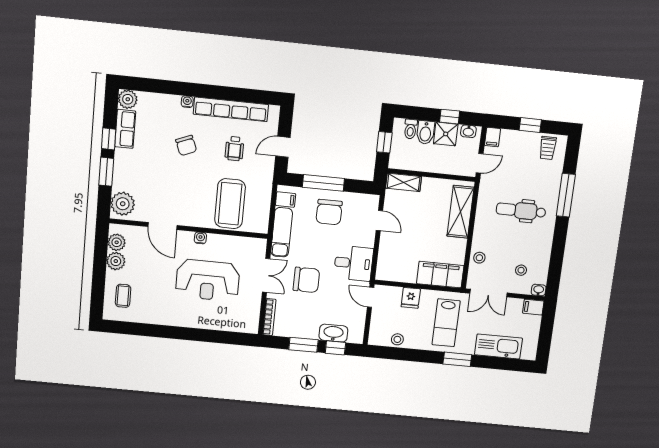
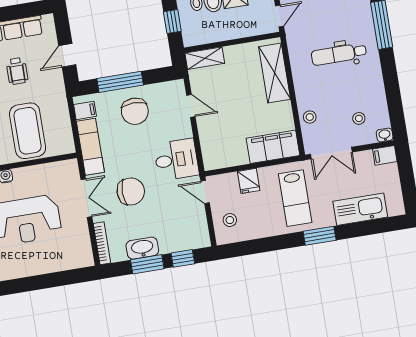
washbasin: (333, 333) -> (142, 248), moved
stool: (397, 339) -> (230, 220), moved

